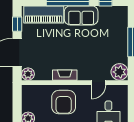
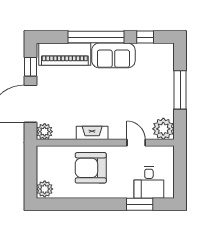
door: (99, 83) -> (136, 143), swing flipped
armchair: (64, 102) -> (91, 168), turned 90

